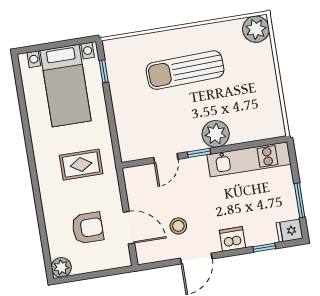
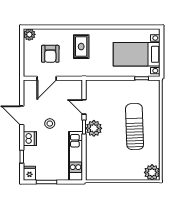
plant: (216, 134) -> (94, 128), moved
rug: (81, 165) -> (81, 47), moved
stool: (178, 226) -> (50, 124), moved

